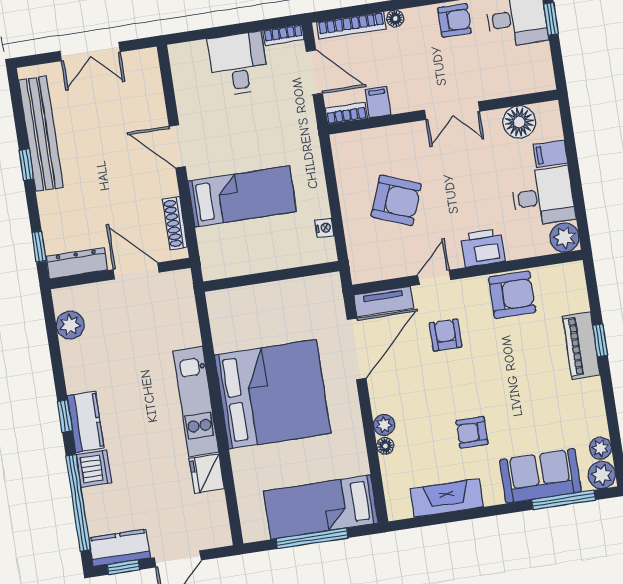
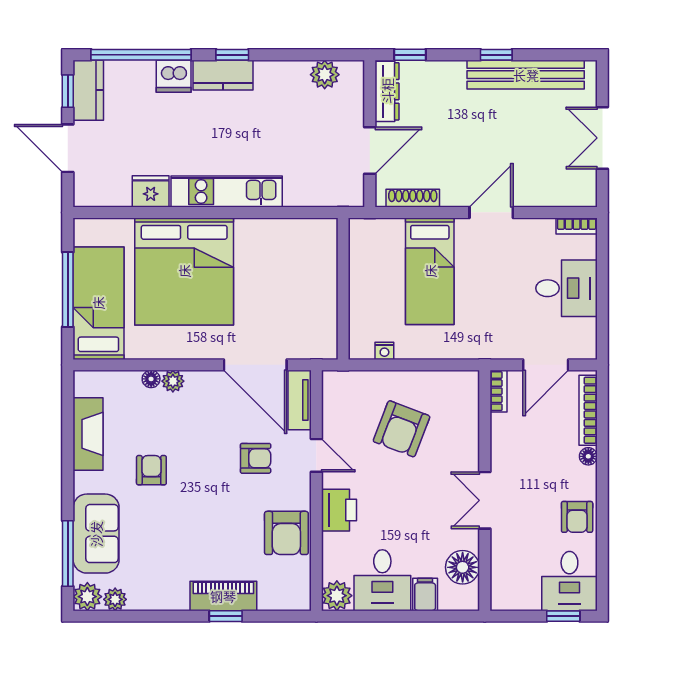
bookcase: (284, 35) -> (577, 226), moved, turned -90
filing cabinet: (378, 102) -> (505, 426), removed
bed: (273, 394) -> (184, 271), moved

